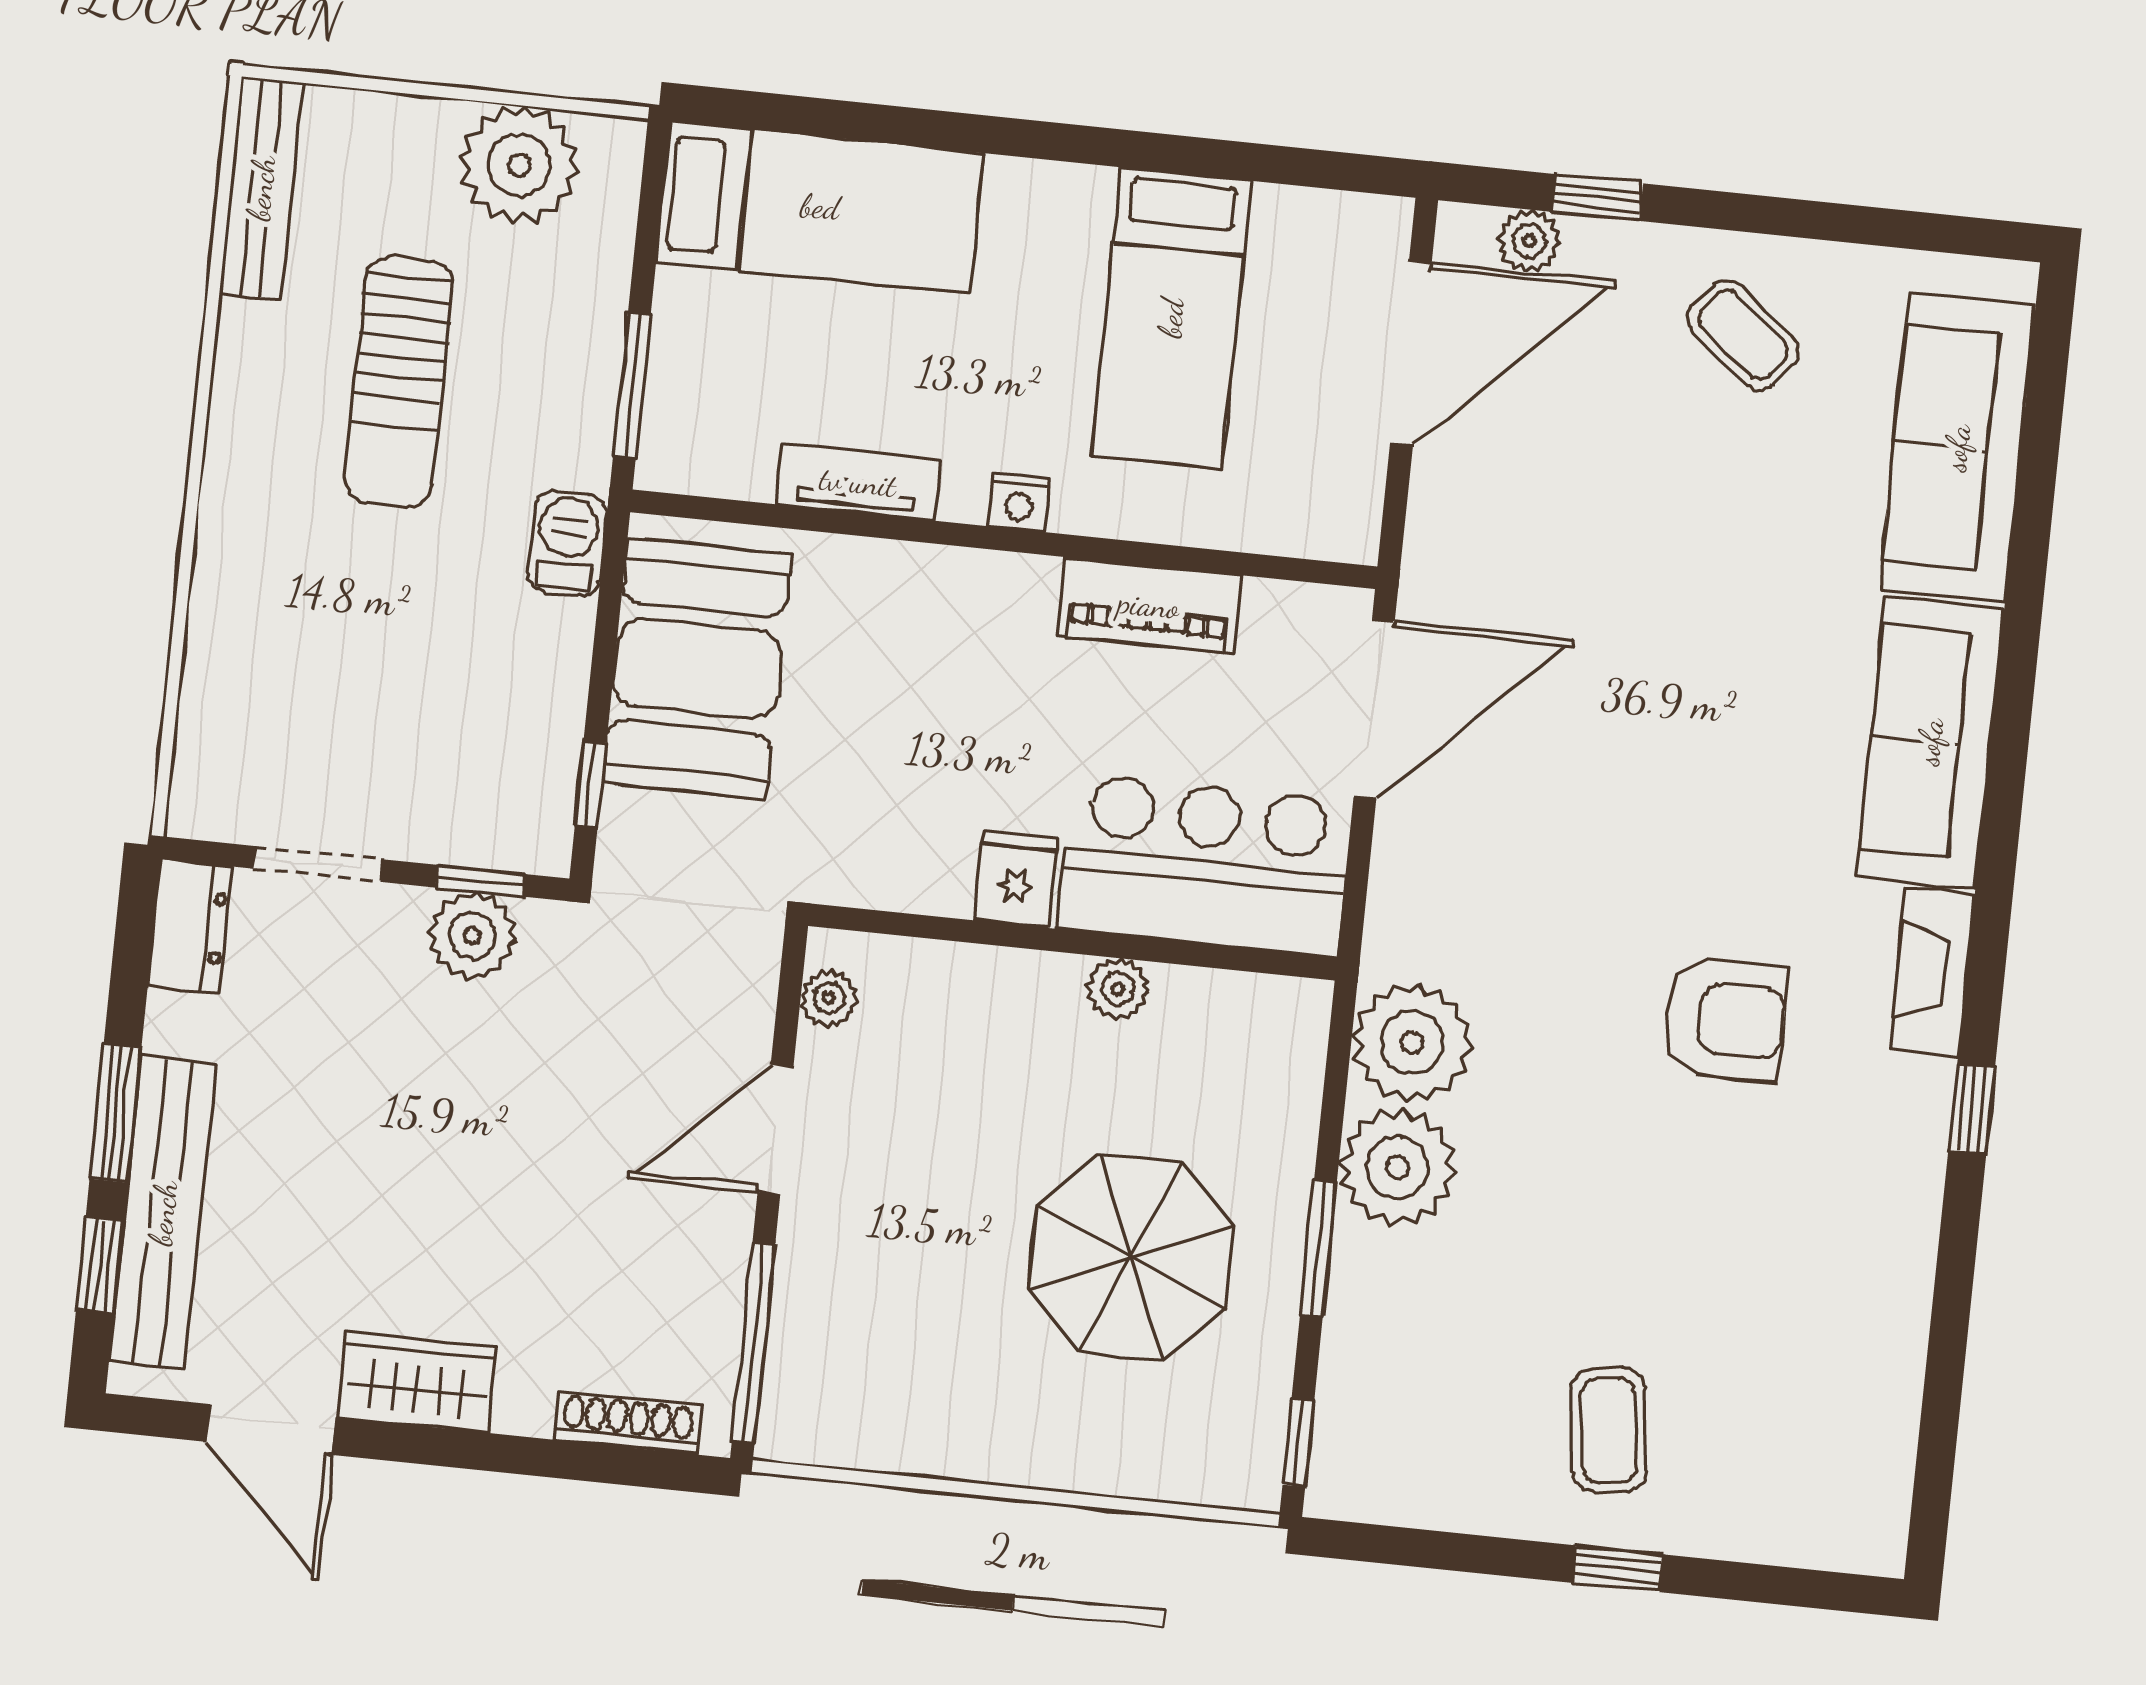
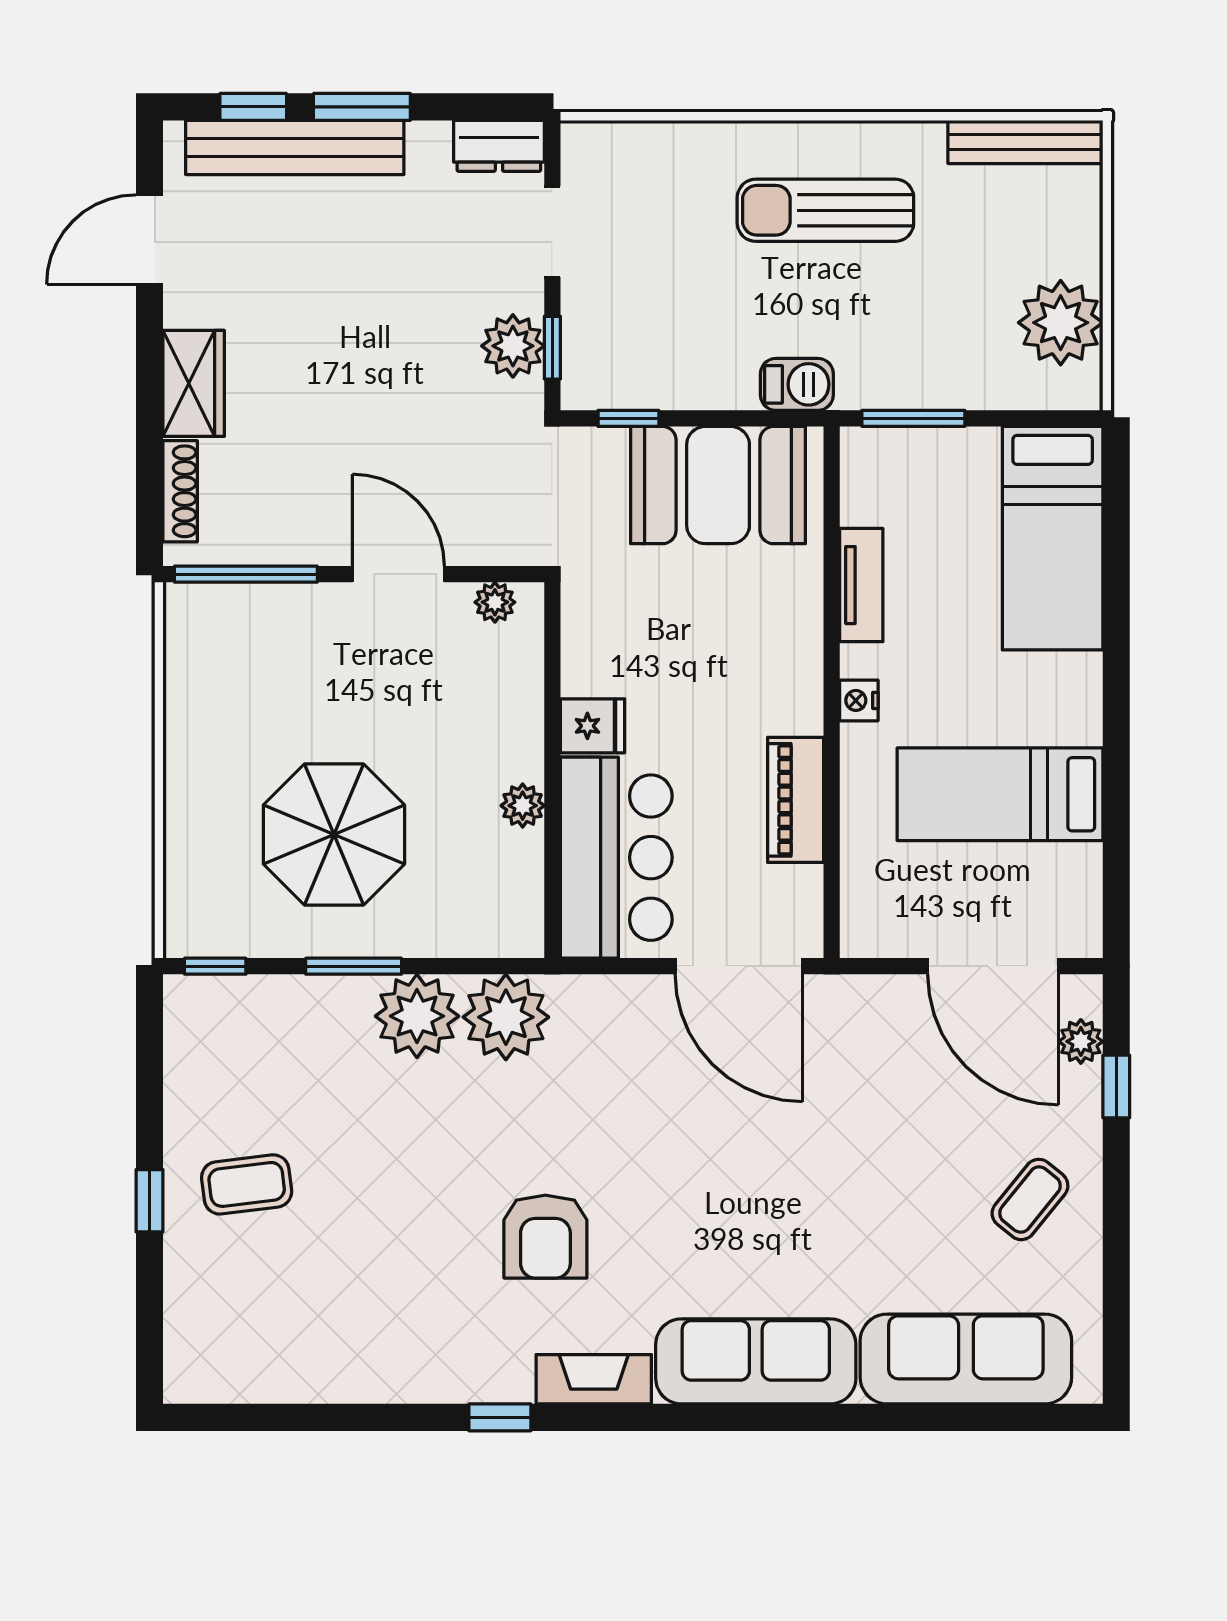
sun lounger: (399, 382) -> (825, 210), moved
wardrobe: (417, 1382) -> (194, 383), moved

